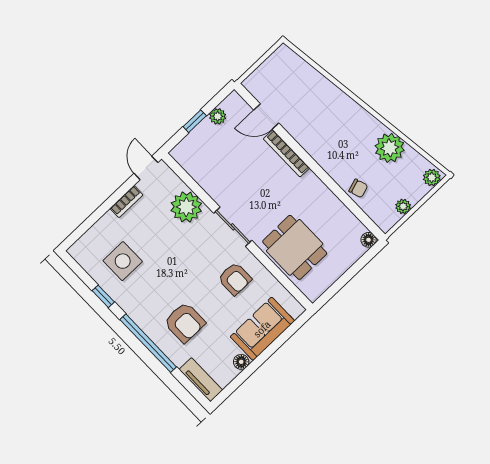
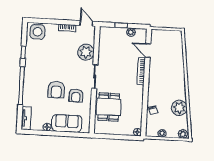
door: (146, 168) -> (86, 23), hinge flipped
side table: (123, 261) -> (38, 32), moved
armchair: (185, 322) -> (56, 90), moved

